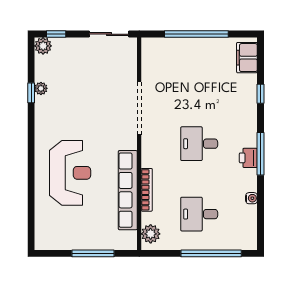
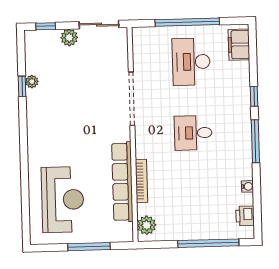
plant: (43, 46) -> (69, 38), moved
window: (261, 94) -> (254, 96), moved
printer: (248, 158) -> (245, 216), moved
reception desk: (70, 173) -> (63, 200), moved
desk: (199, 214) -> (191, 62), moved, width x1.37

